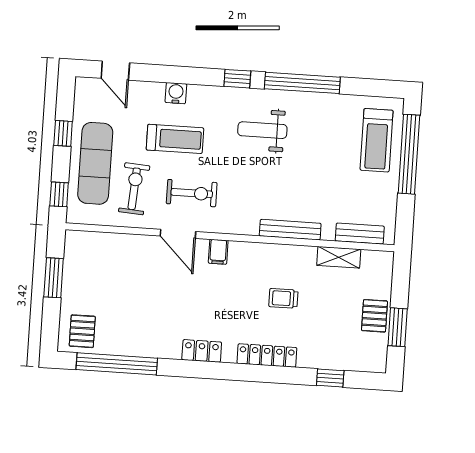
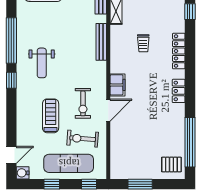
water cooler: (176, 93) -> (23, 173), moved
exercise bike: (192, 193) -> (83, 103), turned 180
filing cabinet: (218, 252) -> (118, 85), width x2.00

